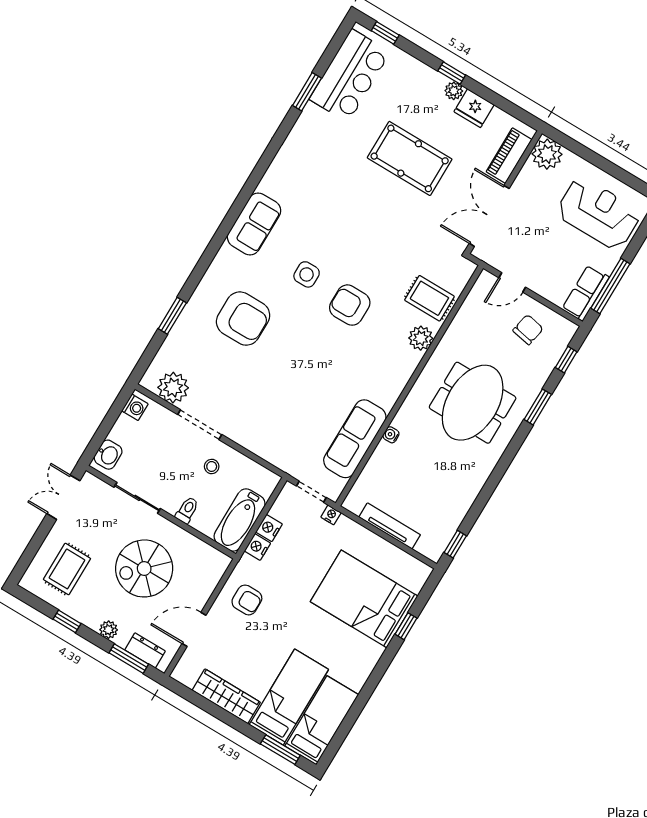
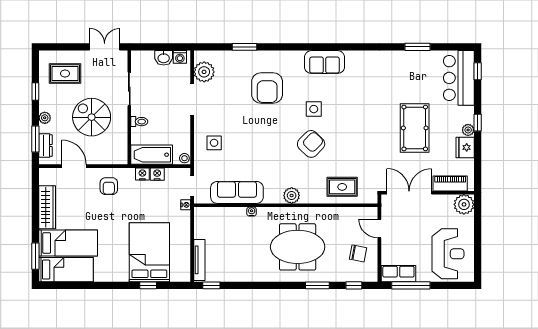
bar counter: (350, 76) -> (459, 78), moved, turned 90
rug: (429, 298) -> (342, 187), turned 90
armchair: (350, 305) -> (311, 144), turned 44
plant: (421, 338) -> (292, 195), moved
side table: (273, 430) -> (214, 143), added
washbasin: (108, 455) -> (164, 58), moved
stool: (212, 466) -> (184, 158), moved
tv unit: (390, 526) -> (199, 260), moved

